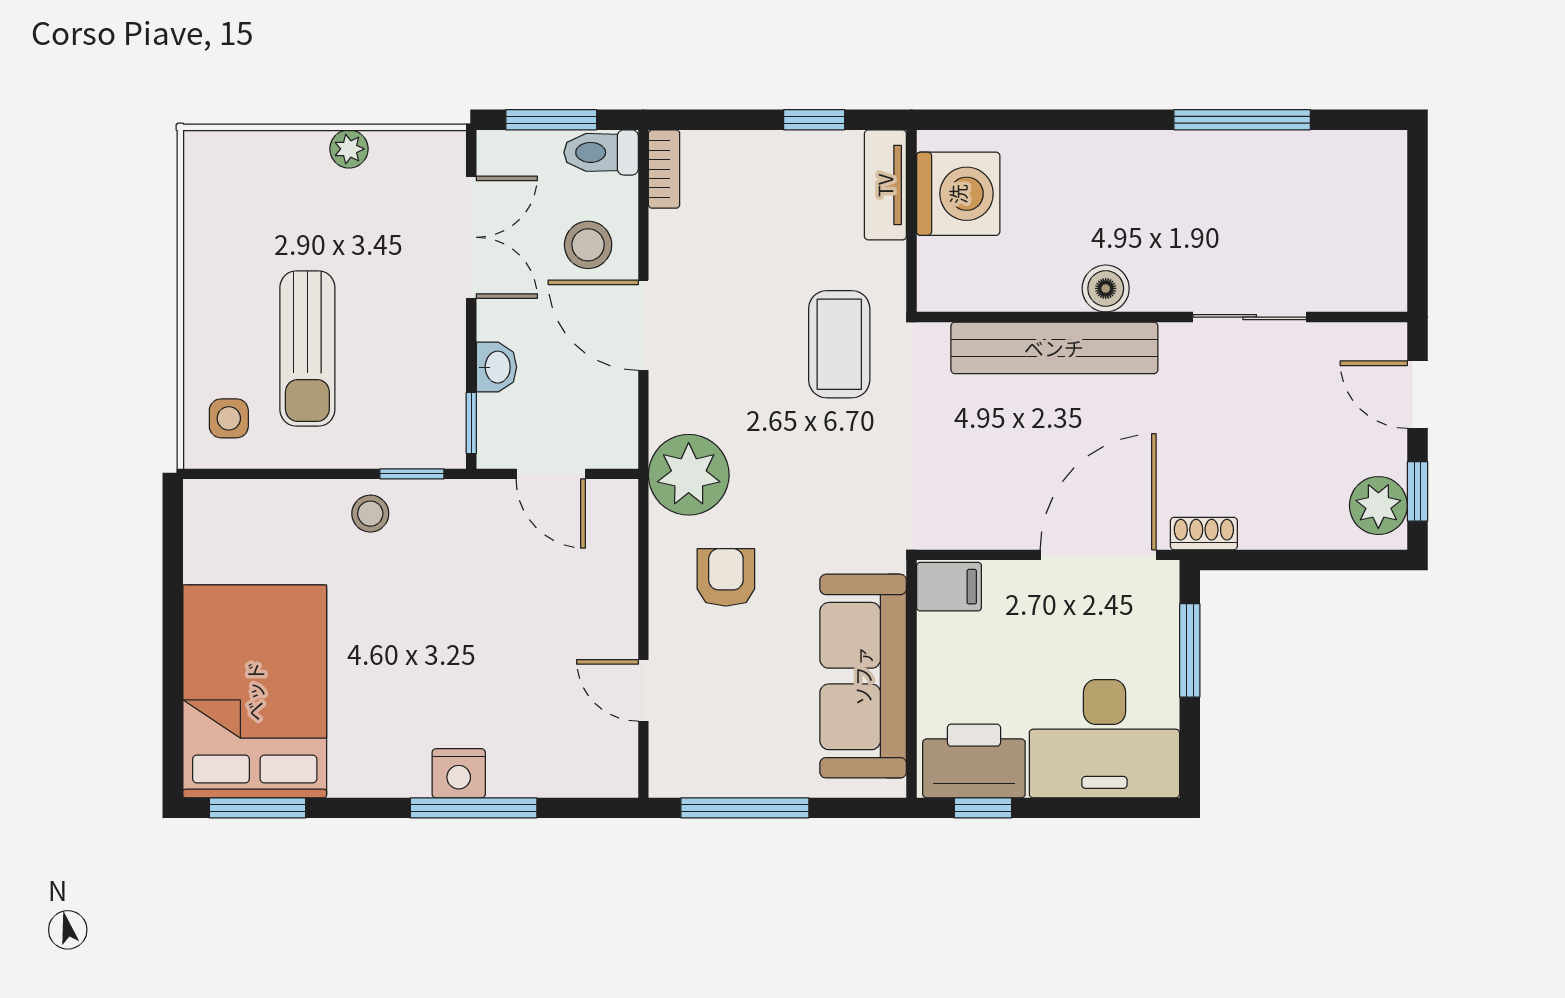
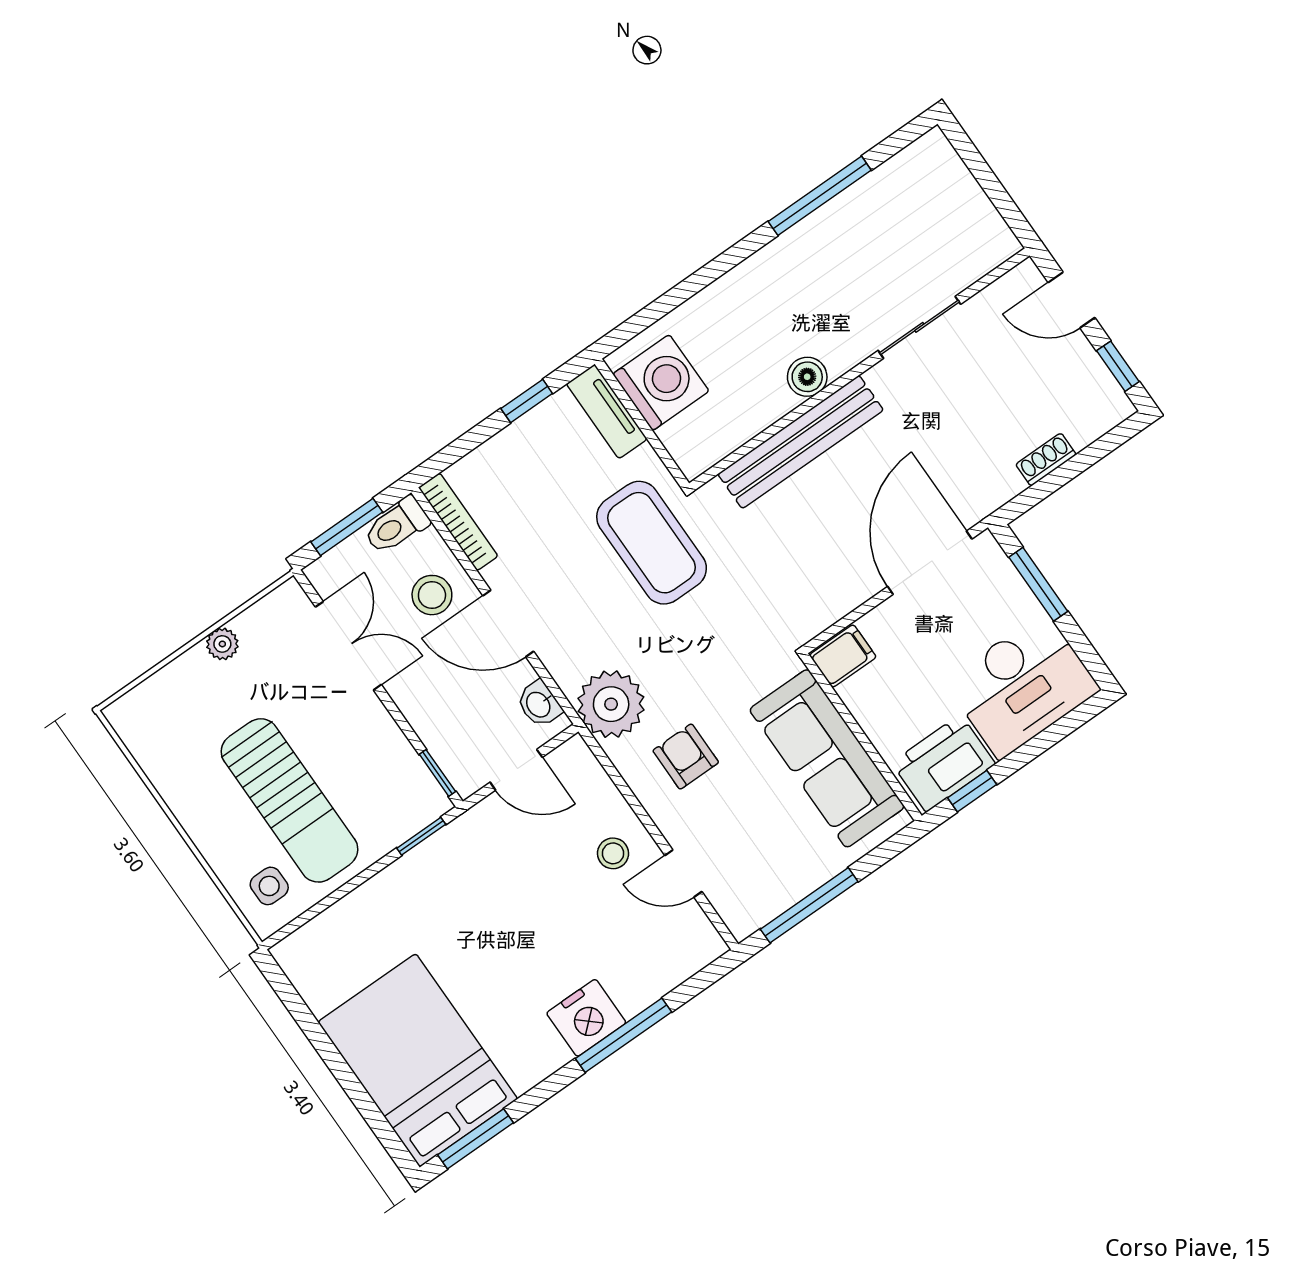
bookcase: (664, 169) -> (458, 522), width x1.56
coffee table: (839, 344) -> (652, 543), width x1.36, depth x1.32
sun lounger: (307, 348) -> (290, 800), width x1.36, depth x1.34
washbasin: (496, 367) -> (539, 704), moved, turned 180
plant: (1378, 506) -> (1098, 395), removed
stool: (370, 514) -> (613, 853), moved
shoe rack: (1204, 534) -> (1046, 460), moved
nightstand: (459, 773) -> (586, 1018), width x1.36, depth x1.33

